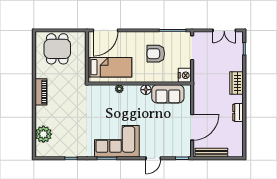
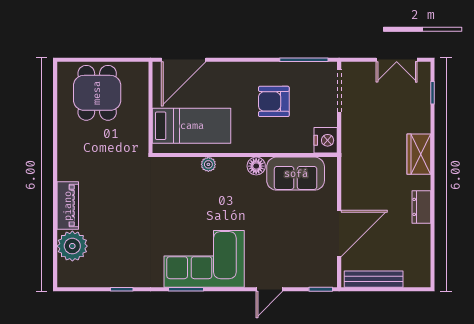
piano: (41, 92) -> (68, 206), moved

